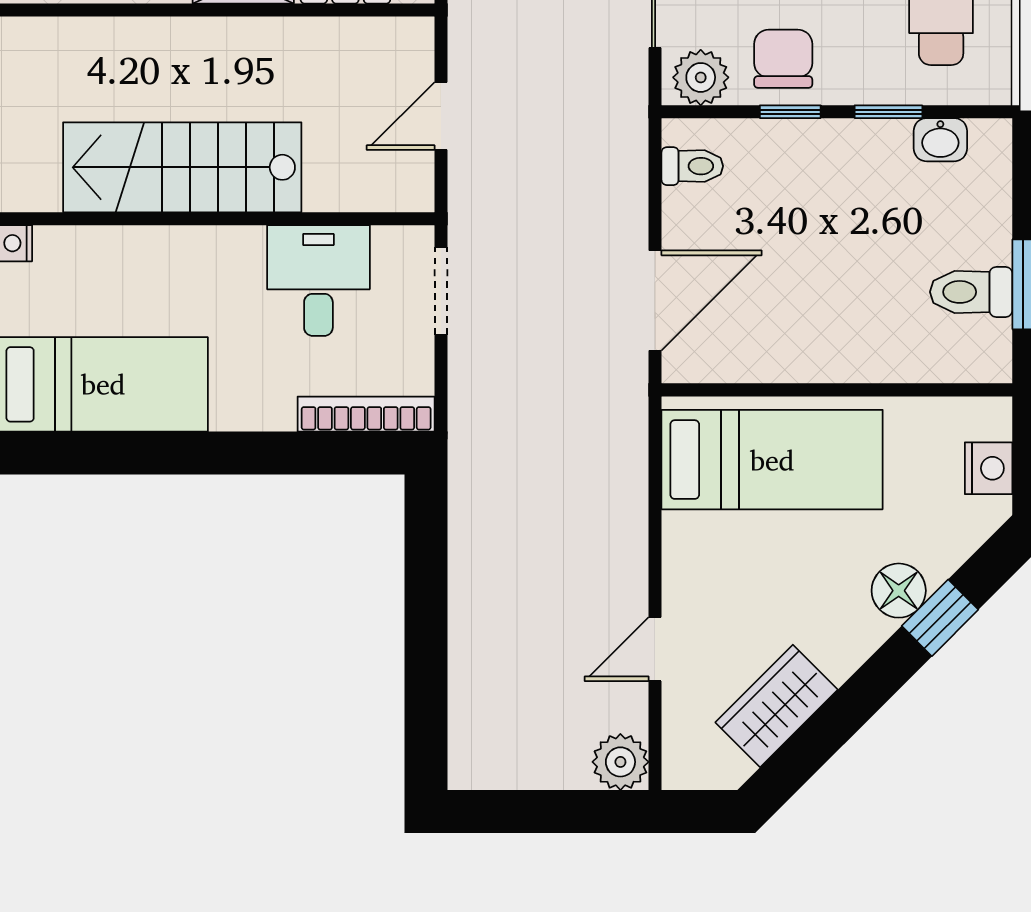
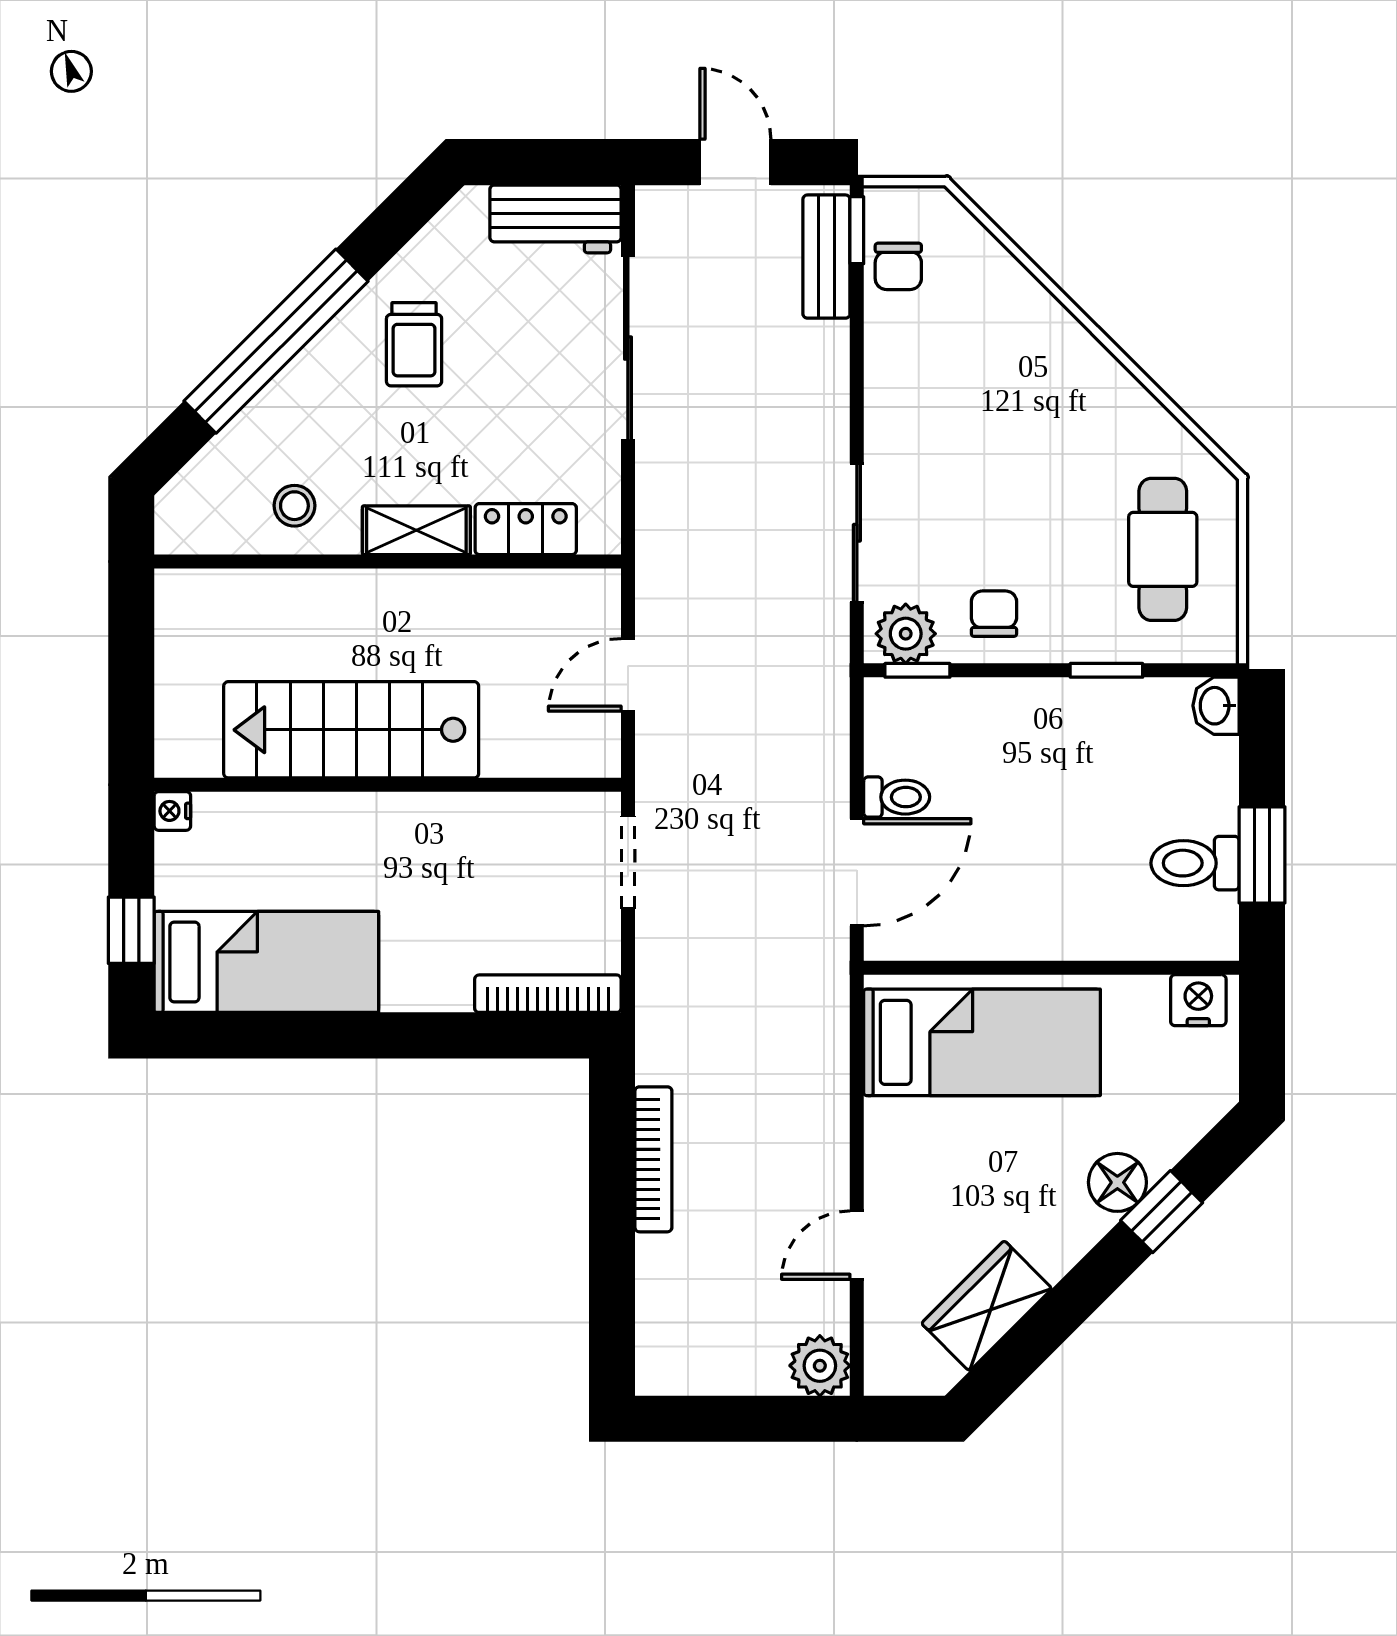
chair: (783, 59) -> (994, 614), width x0.73, depth x0.73
window: (790, 112) -> (917, 670), moved
washbasin: (940, 140) -> (1216, 706), moved, turned 90
toilet: (692, 166) -> (897, 797), moved
desk: (318, 281) -> (497, 851), removed
nightstand: (989, 468) -> (1198, 1000), moved, turned -90
bookcase: (465, 569) -> (653, 1159), added

